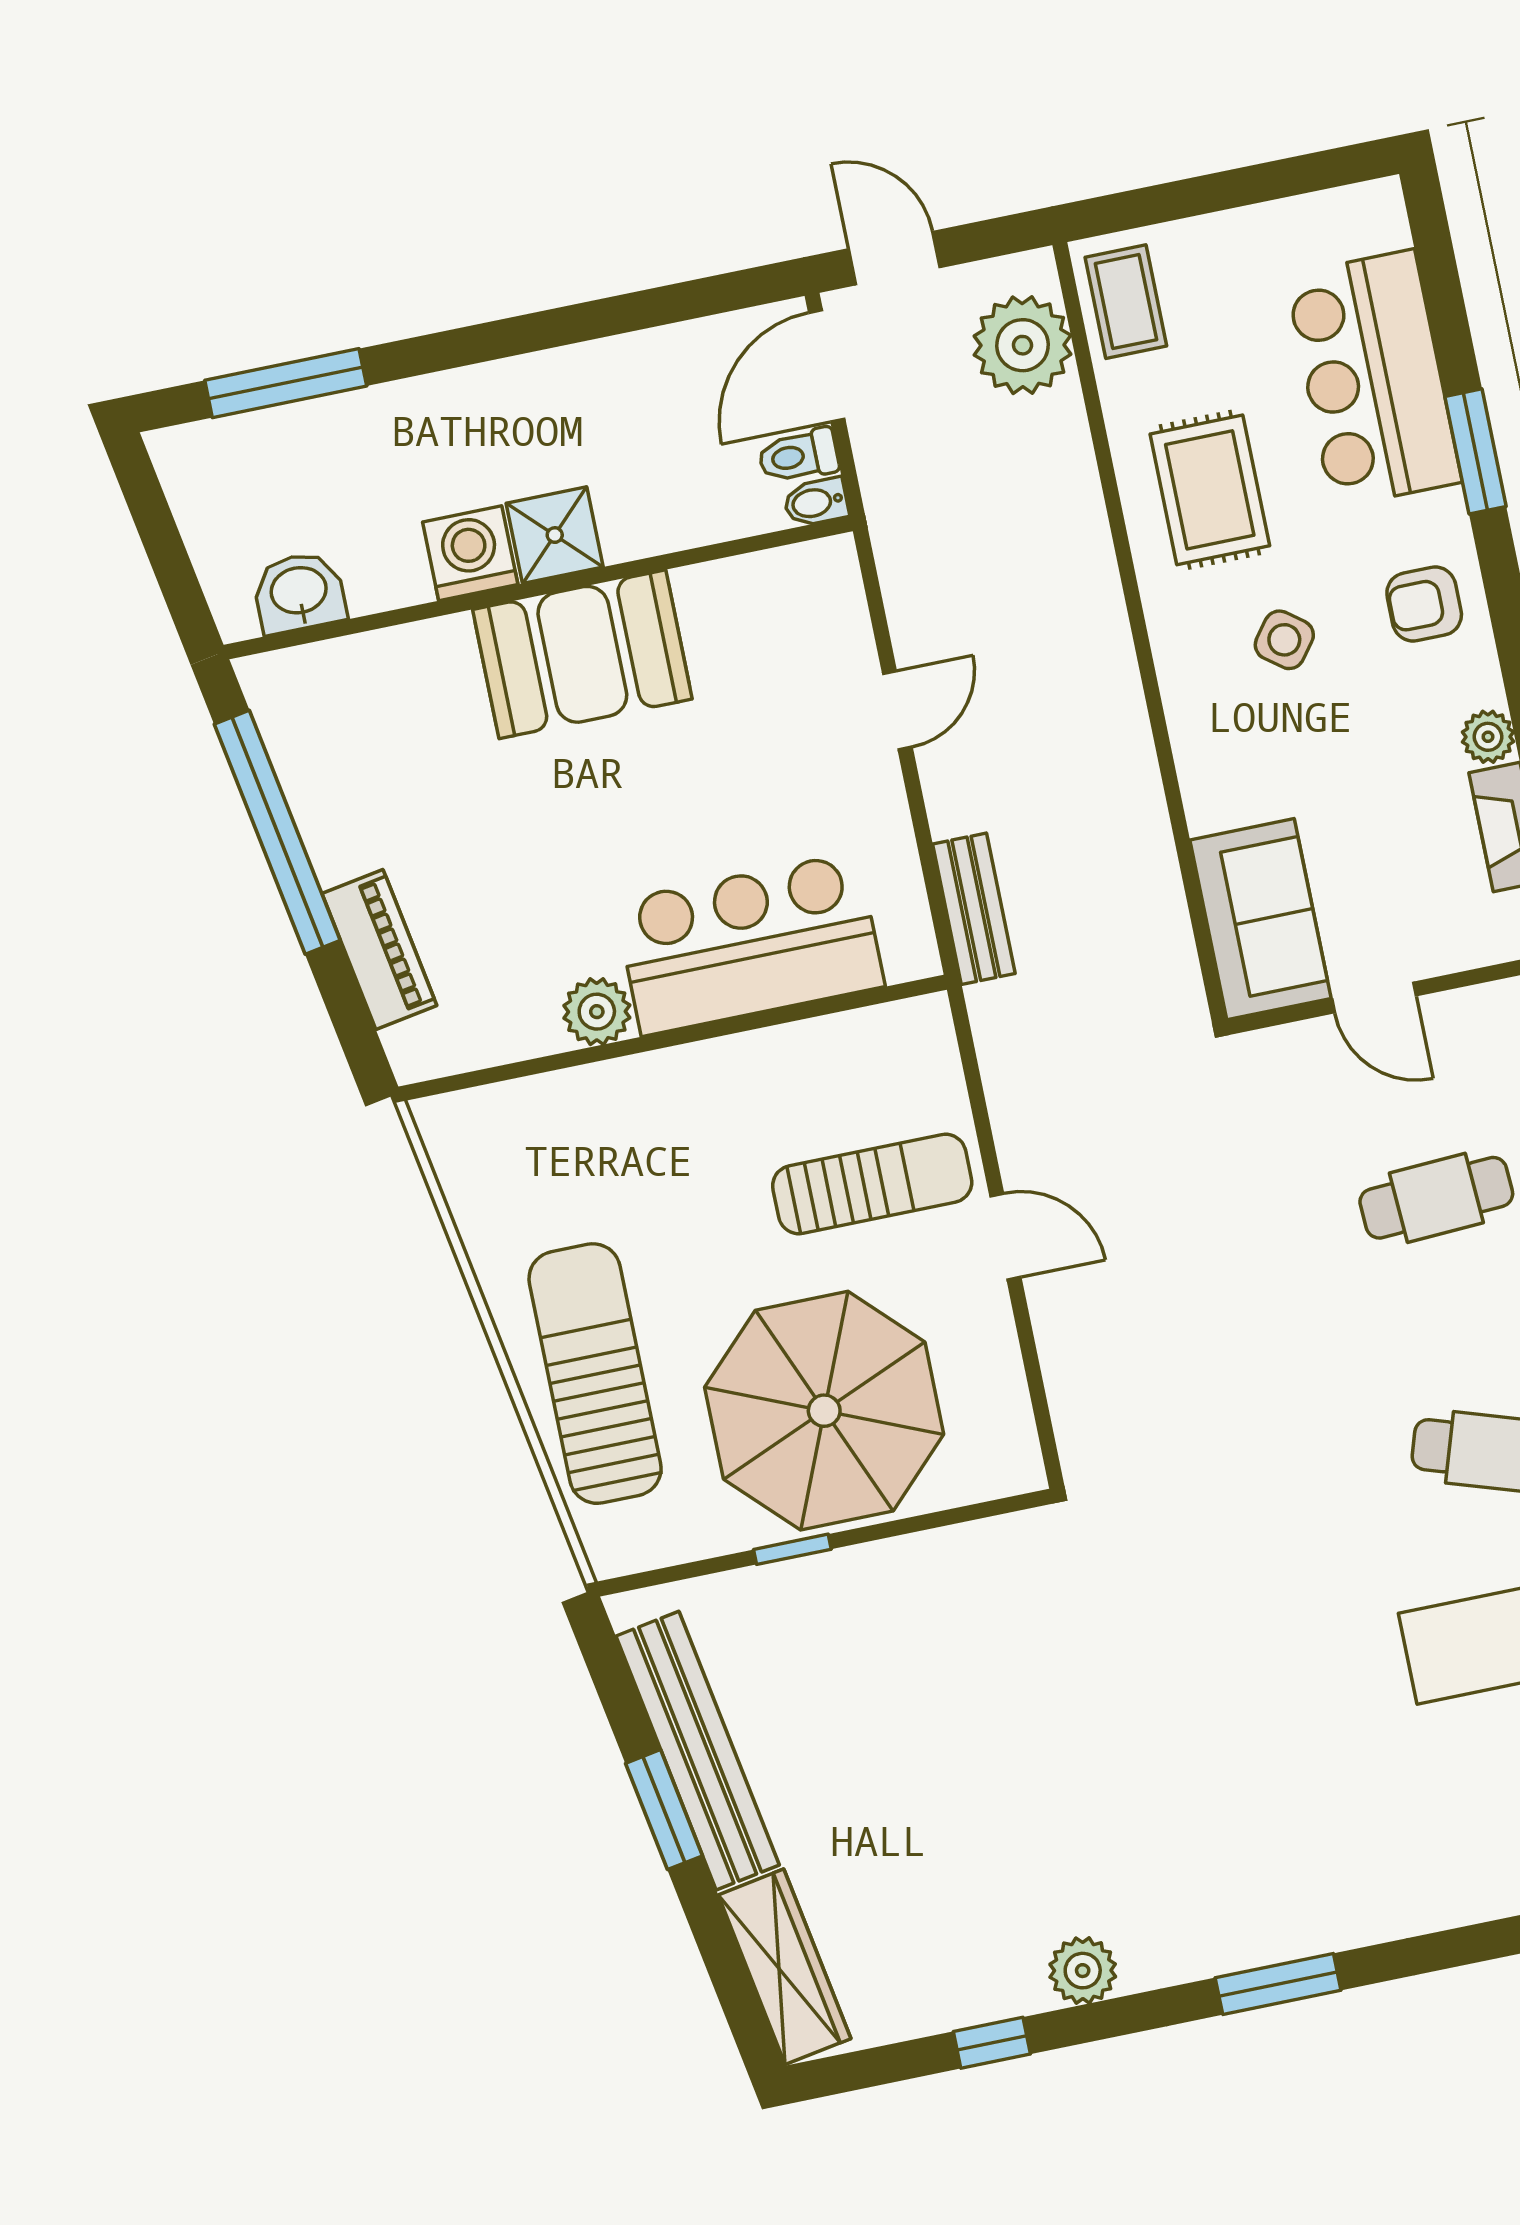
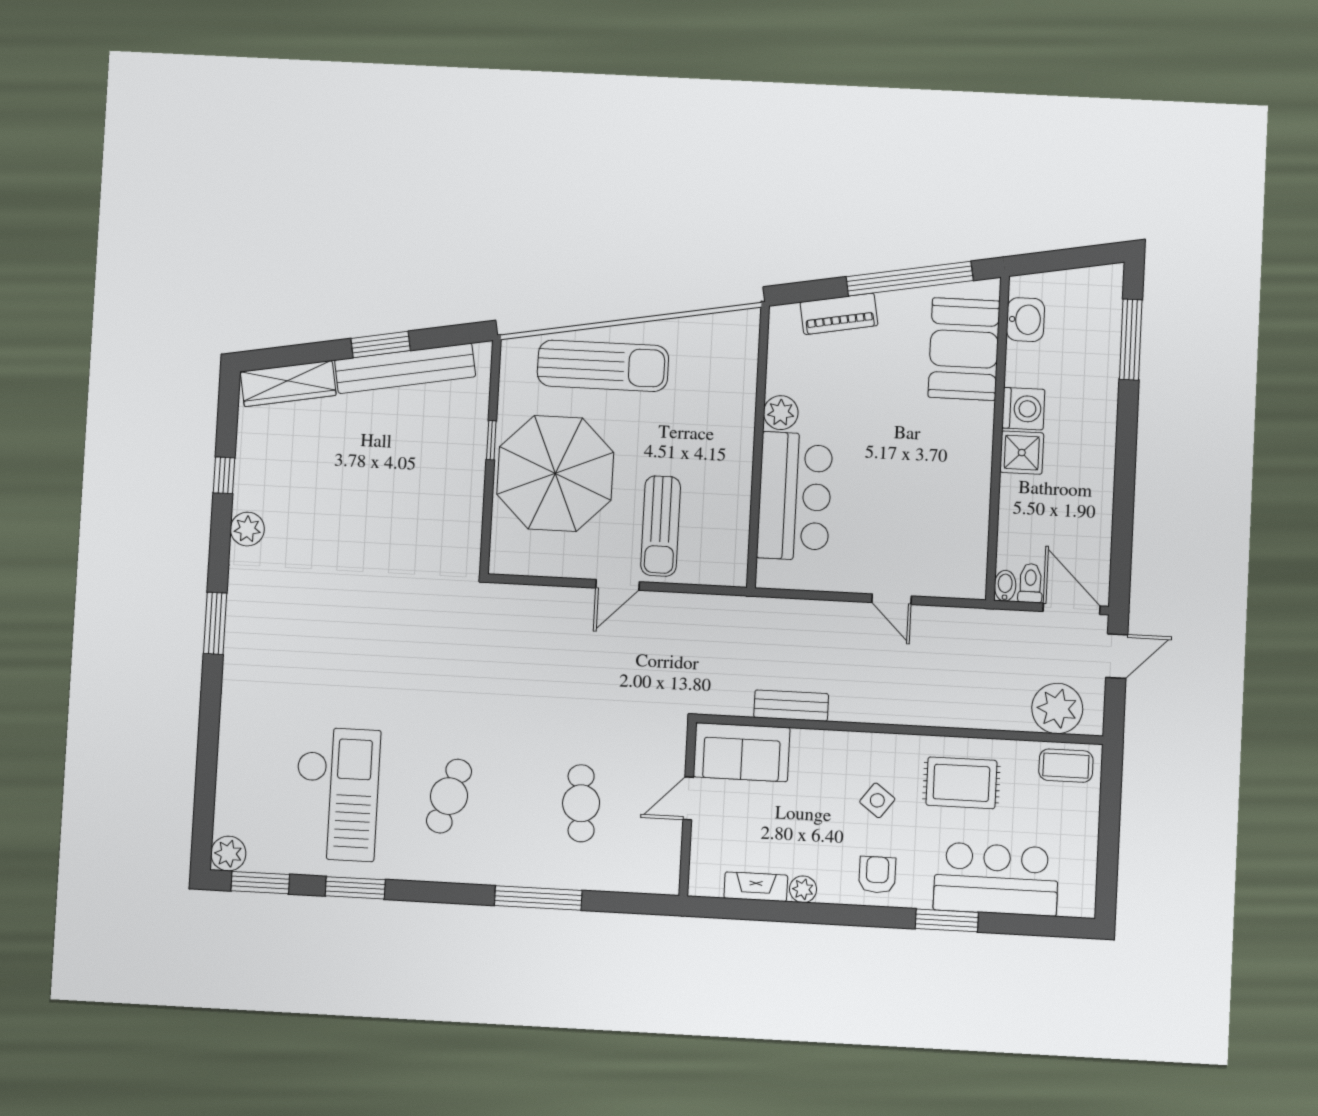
booth: (582, 654) -> (964, 349), moved
bench: (974, 909) -> (791, 706), moved

